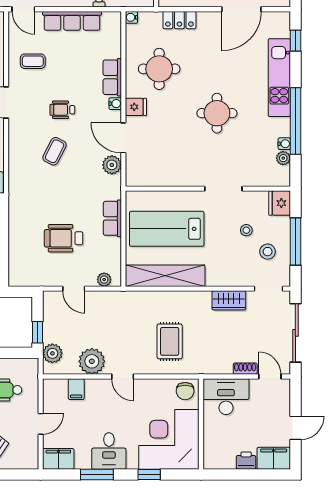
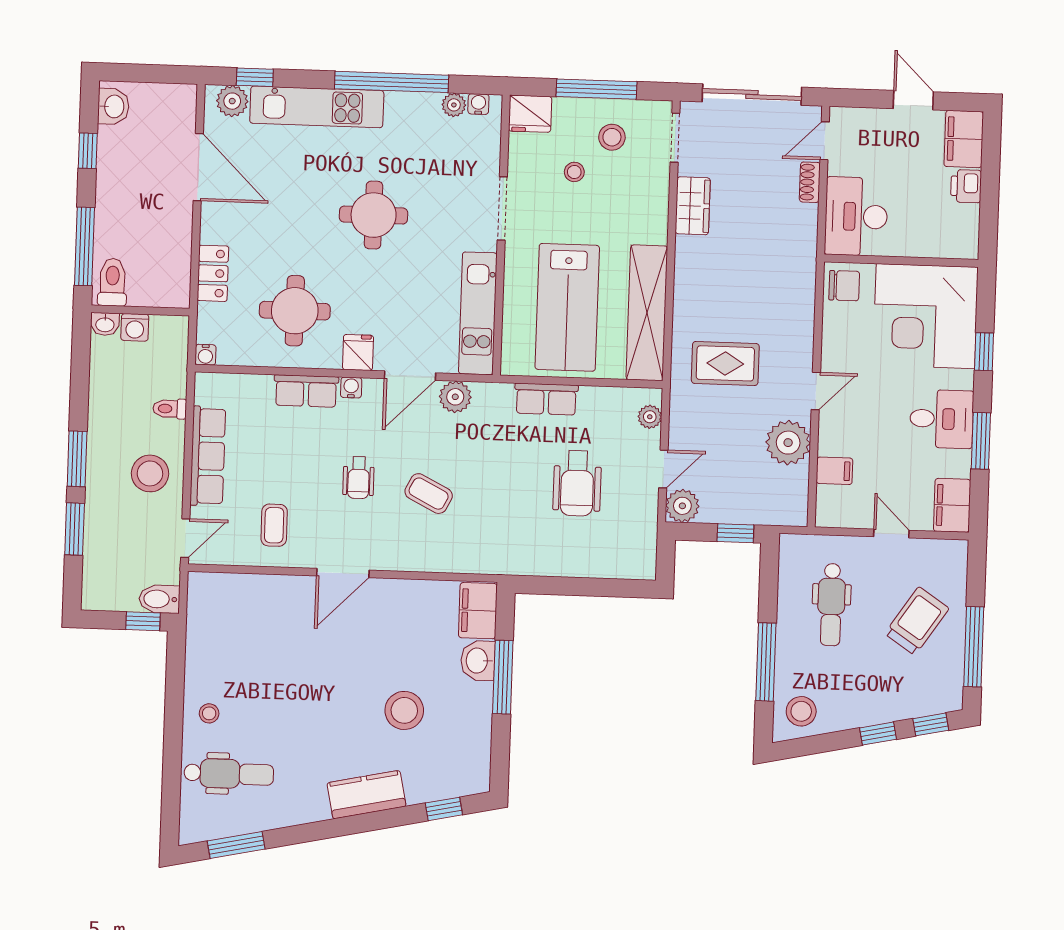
plant: (281, 28) -> (232, 101), added
water cooler: (284, 144) -> (478, 104), moved
kitchen unit: (161, 176) -> (478, 313), added
rug: (170, 341) -> (725, 363), moved
plant: (52, 353) -> (682, 506), moved

